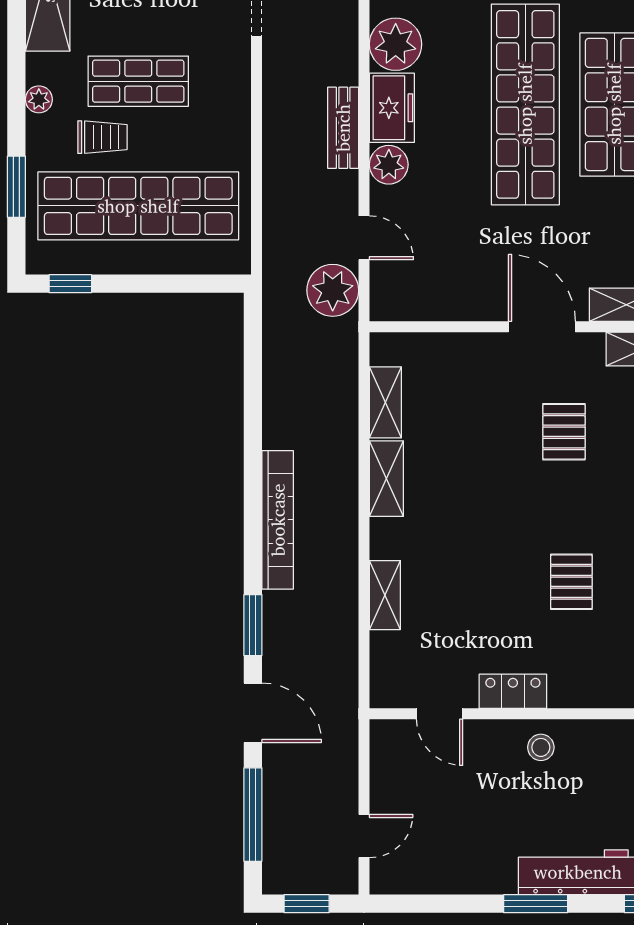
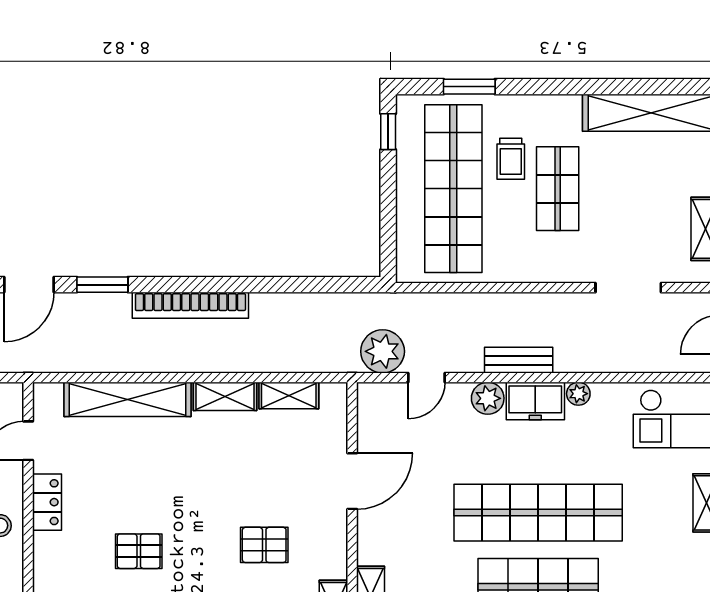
plant: (396, 44) -> (578, 394), width x0.53, depth x0.53
plant: (39, 99) -> (542, 105), removed
door: (542, 327) -> (352, 481), moved
shelving: (385, 595) -> (128, 399), width x2.20, depth x1.33

